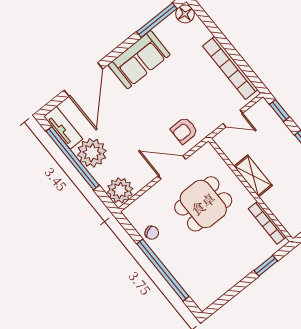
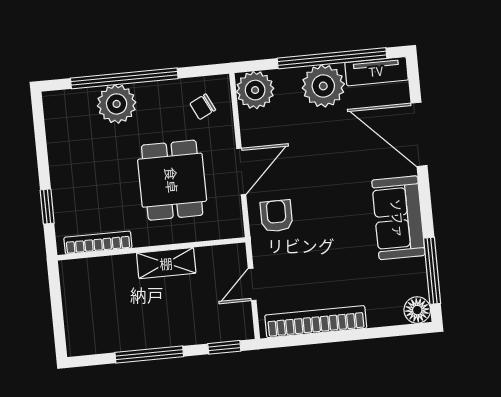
chair: (152, 233) -> (203, 107), moved
plant: (180, 265) -> (117, 104), added

